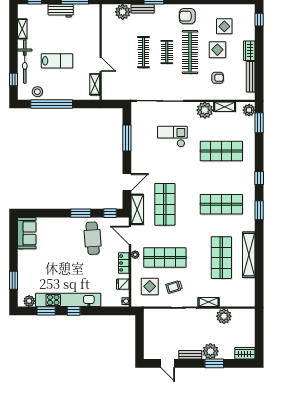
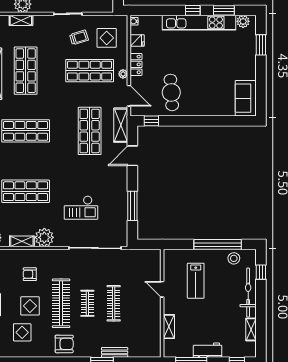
plant: (123, 12) -> (137, 349), removed
lab bench: (57, 61) -> (196, 281), moved, turned -90
shelving: (95, 84) -> (169, 327), moved
window: (81, 213) -> (185, 121), removed
shelving: (209, 302) -> (21, 20), moved

